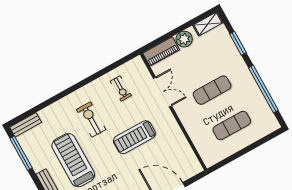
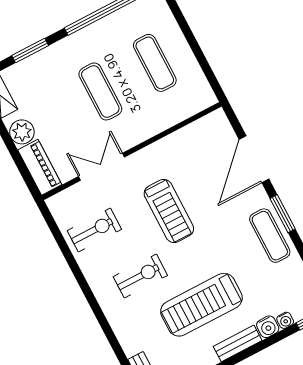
exercise bike: (121, 88) -> (94, 230), width x1.38, depth x1.39
exercise bike: (91, 119) -> (140, 276), turned 180

